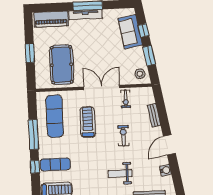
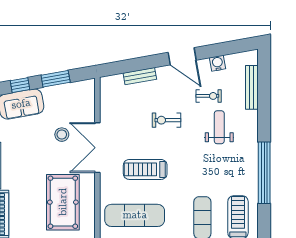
pool table: (62, 65) -> (63, 202), turned 90
stool: (140, 74) -> (62, 135), moved
exercise bike: (126, 99) -> (209, 96), moved
weight bench: (120, 173) -> (219, 127), turned 180

